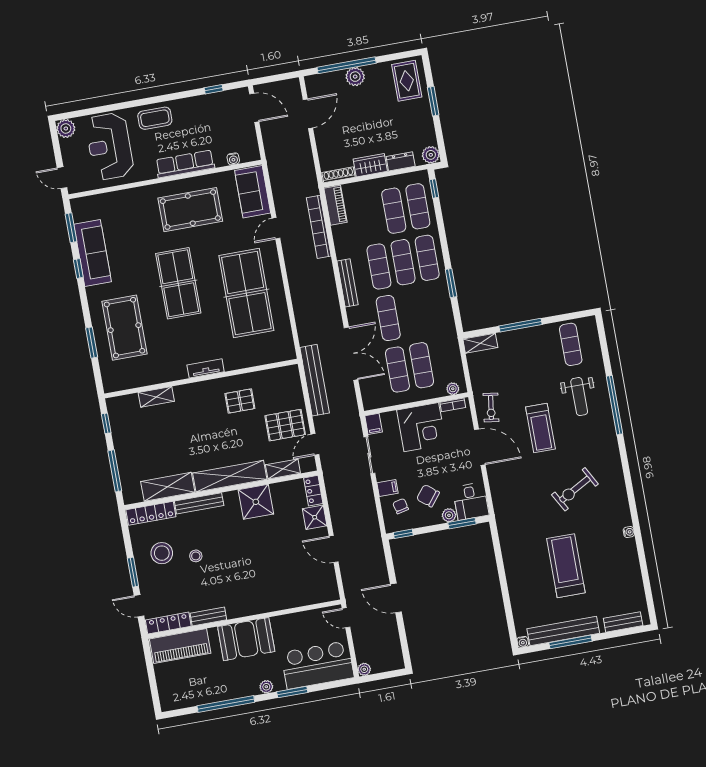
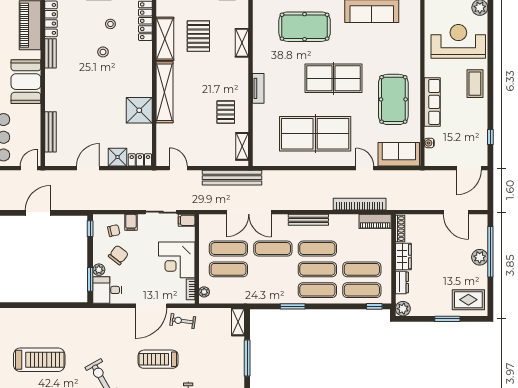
pallet: (285, 425) -> (198, 36), moved
shelving: (283, 469) -> (242, 146), moved
bench: (199, 503) -> (51, 132), moved
stool: (162, 553) -> (110, 24), width x0.53, depth x0.53

